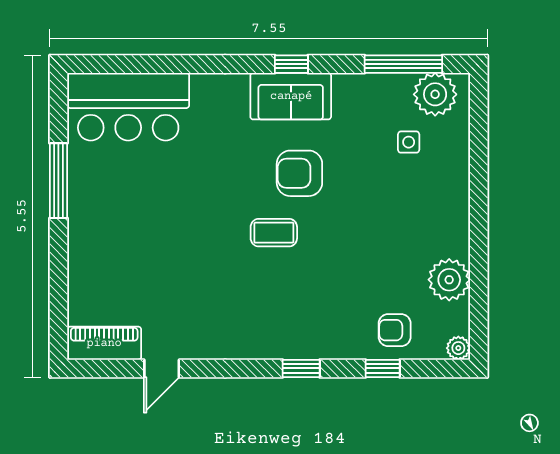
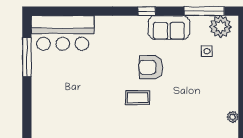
sofa: (291, 96) -> (169, 28), moved
window: (58, 181) -> (27, 57), moved
plant: (449, 280) -> (233, 117), width x0.53, depth x0.53

